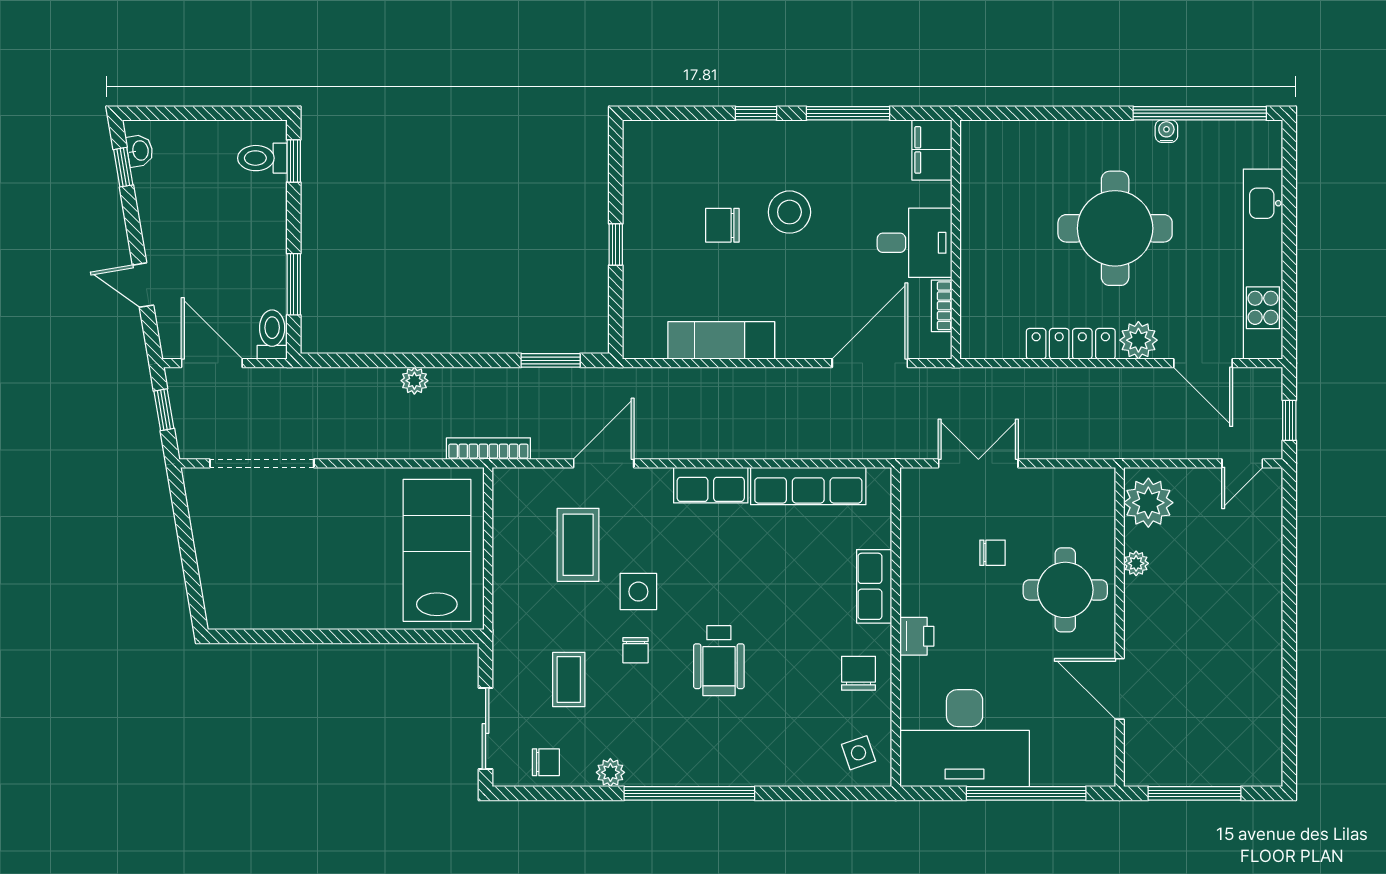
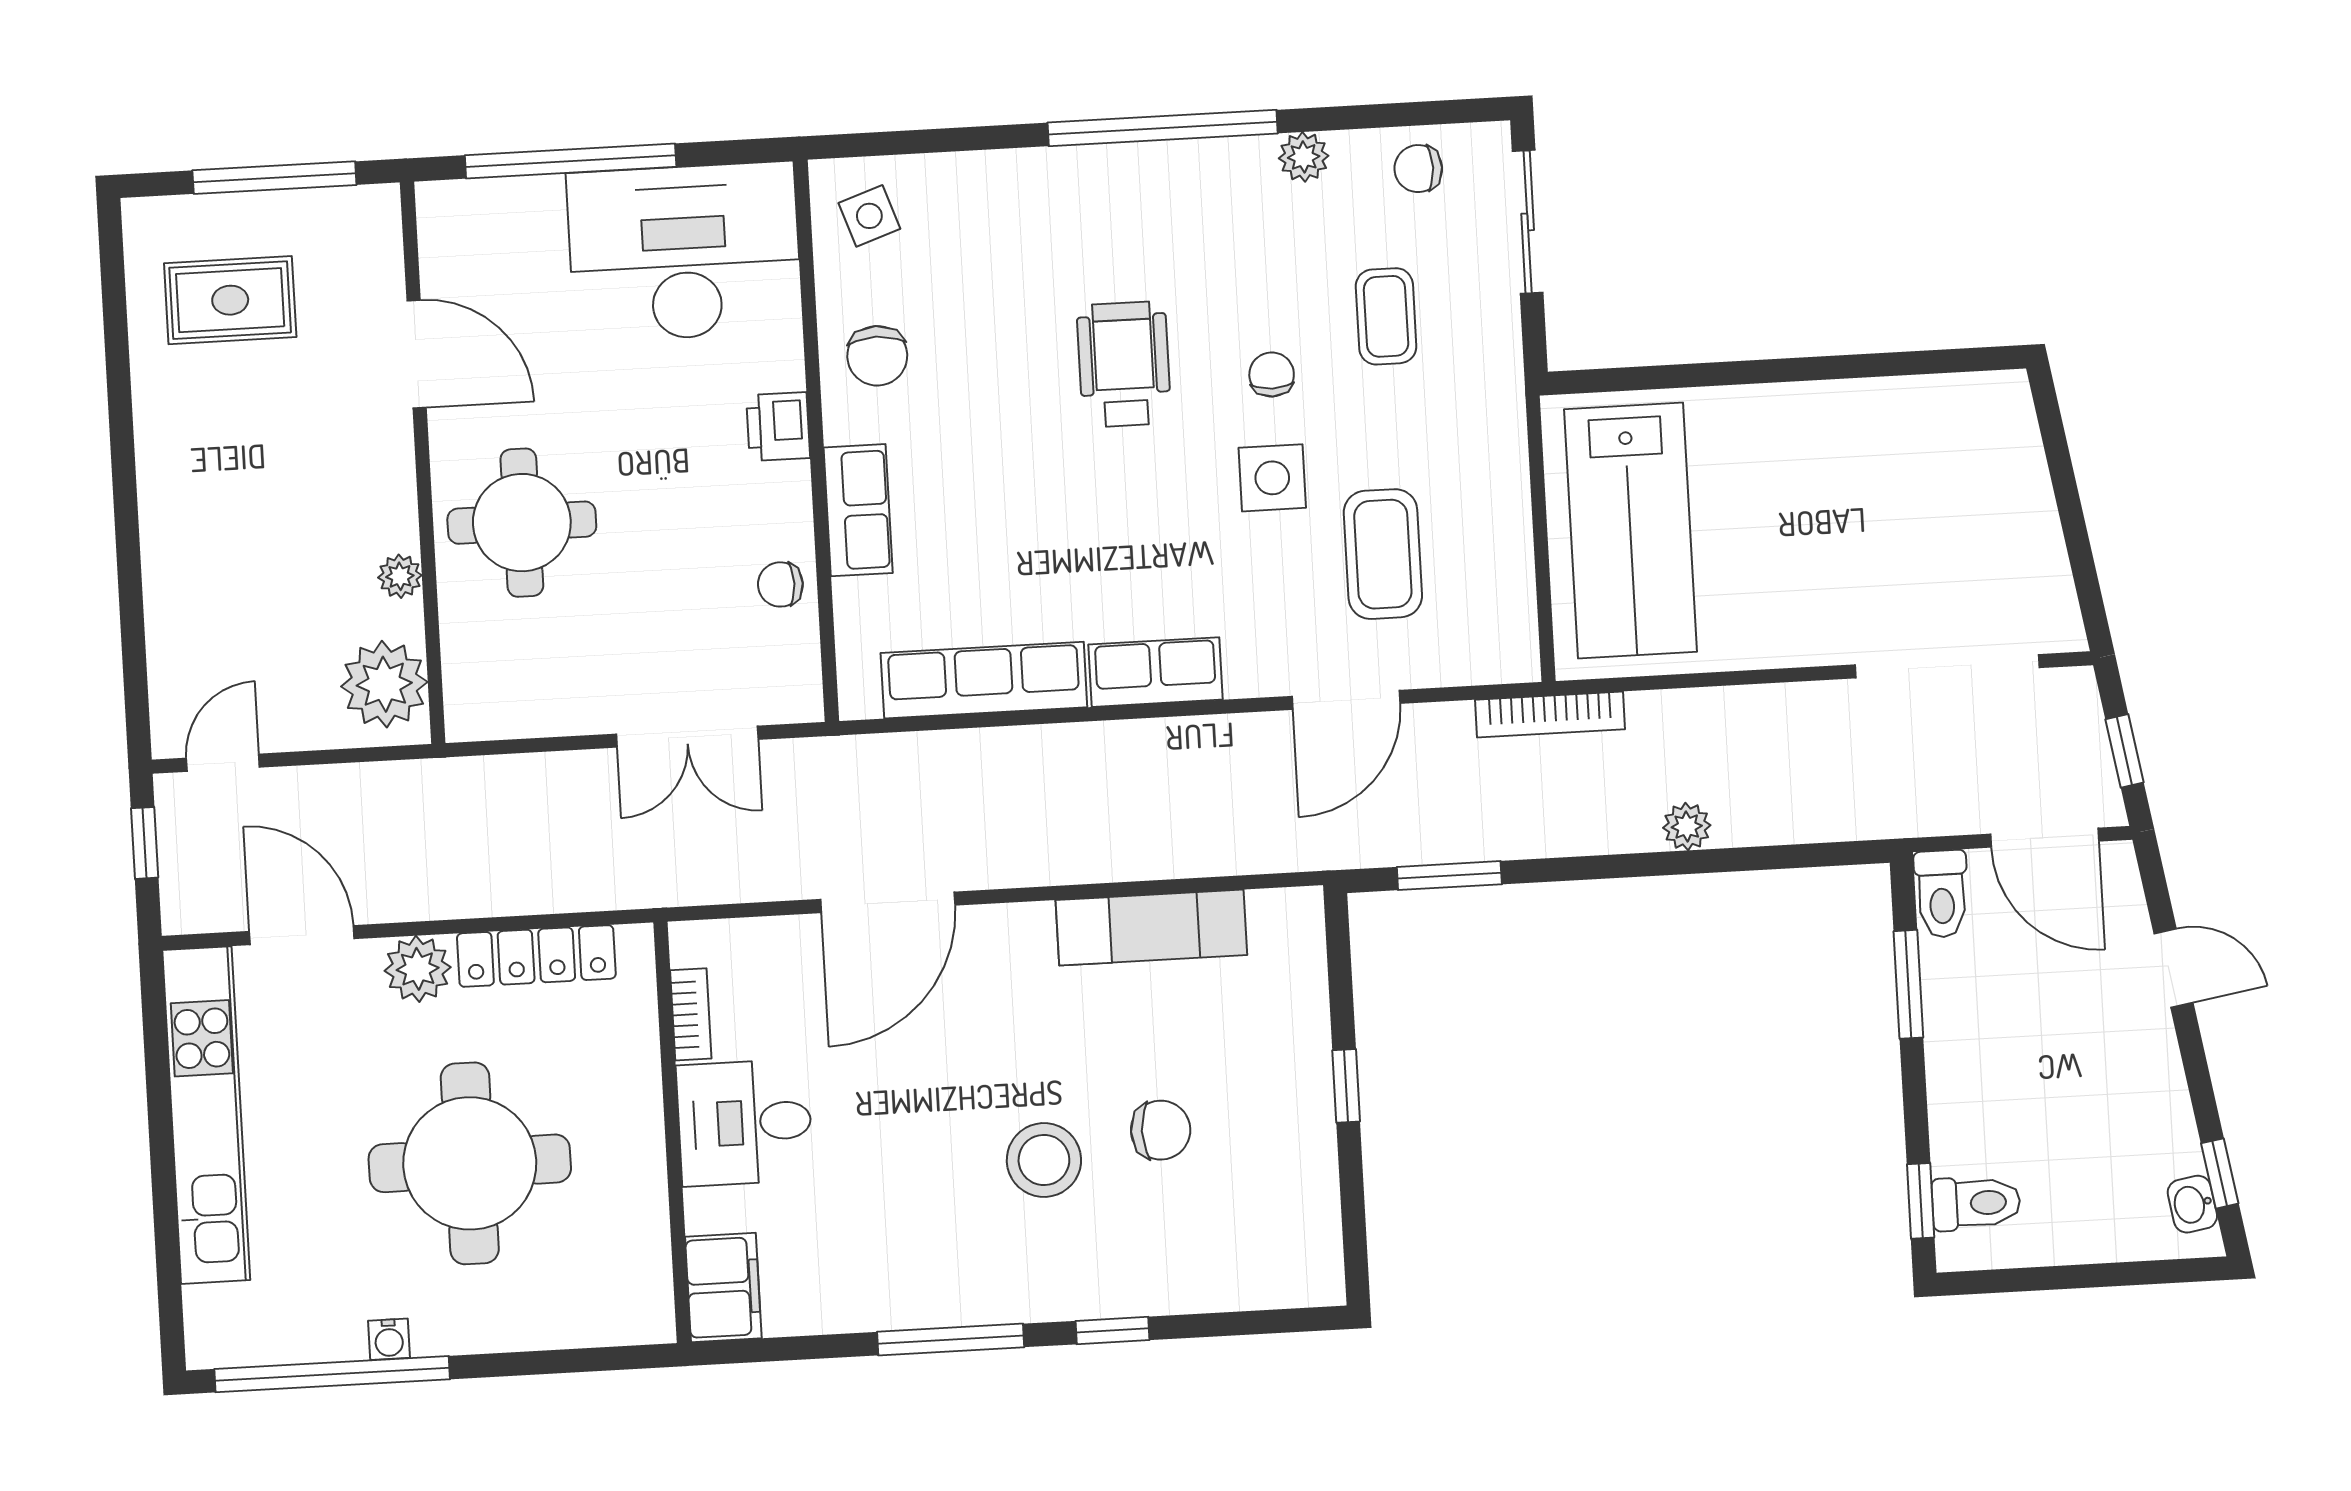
filing cabinet: (932, 150) -> (723, 1287), moved
wall: (956, 239) -> (672, 1132), moved
desk: (915, 243) -> (745, 1123), moved
bookcase: (942, 306) -> (691, 1014), moved
chair: (993, 553) -> (780, 584), moved
rug: (1224, 725) -> (230, 300), added

